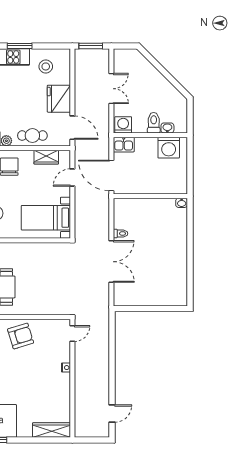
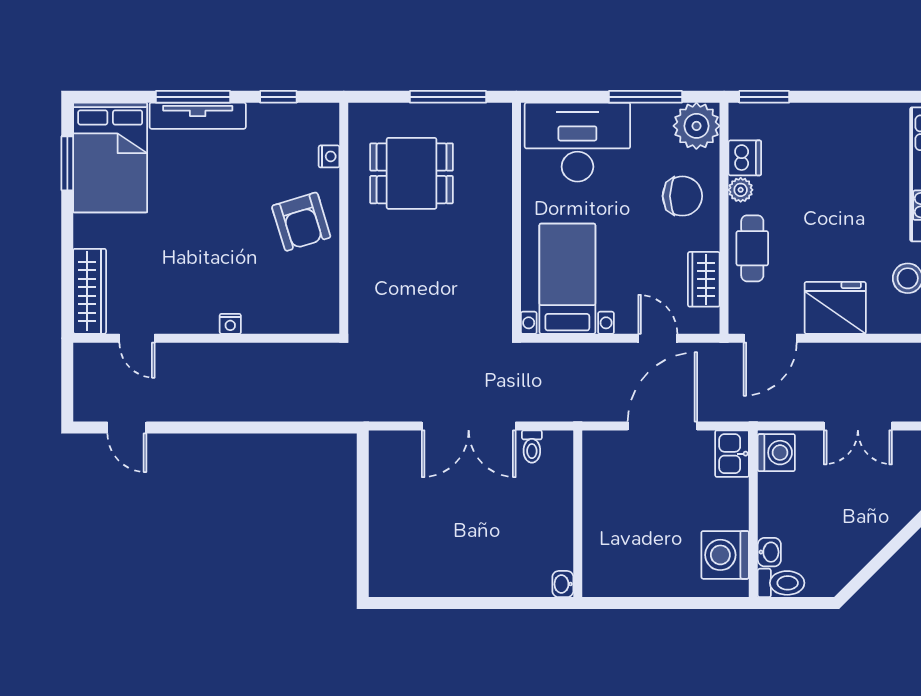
toilet: (154, 123) -> (781, 583), moved
wall: (150, 196) -> (578, 514), moved
washbasin: (182, 203) -> (563, 584), moved
door: (72, 334) -> (137, 338), moved

